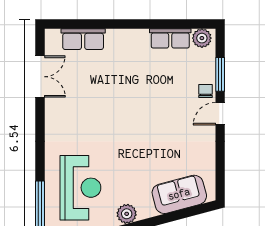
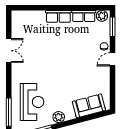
row of seats: (83, 39) -> (58, 16), moved
window: (220, 74) -> (112, 27), moved
double door: (40, 77) -> (9, 51), moved

